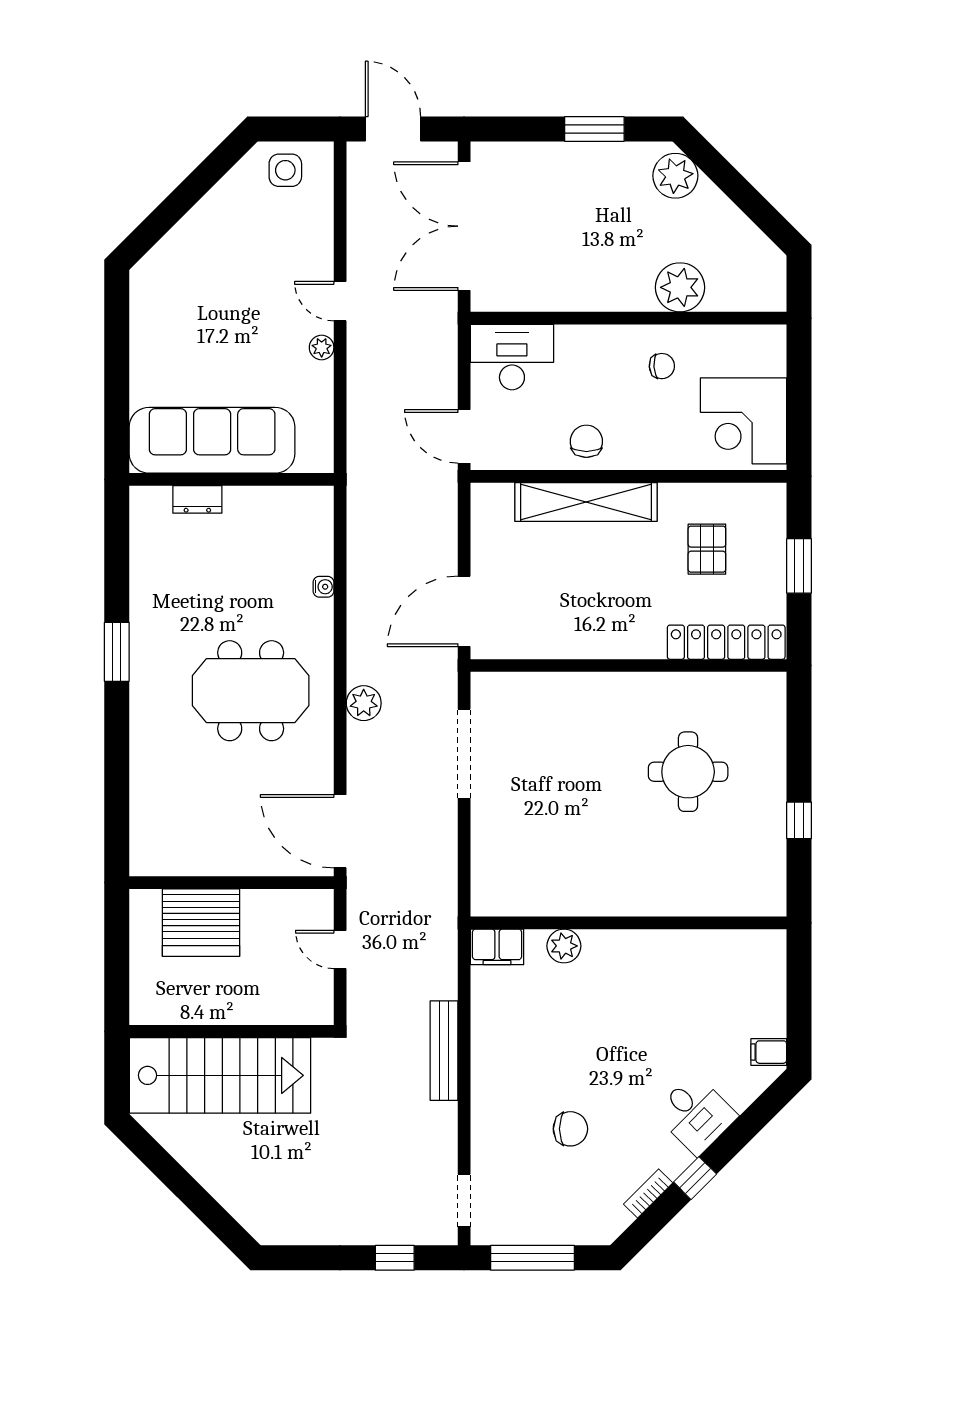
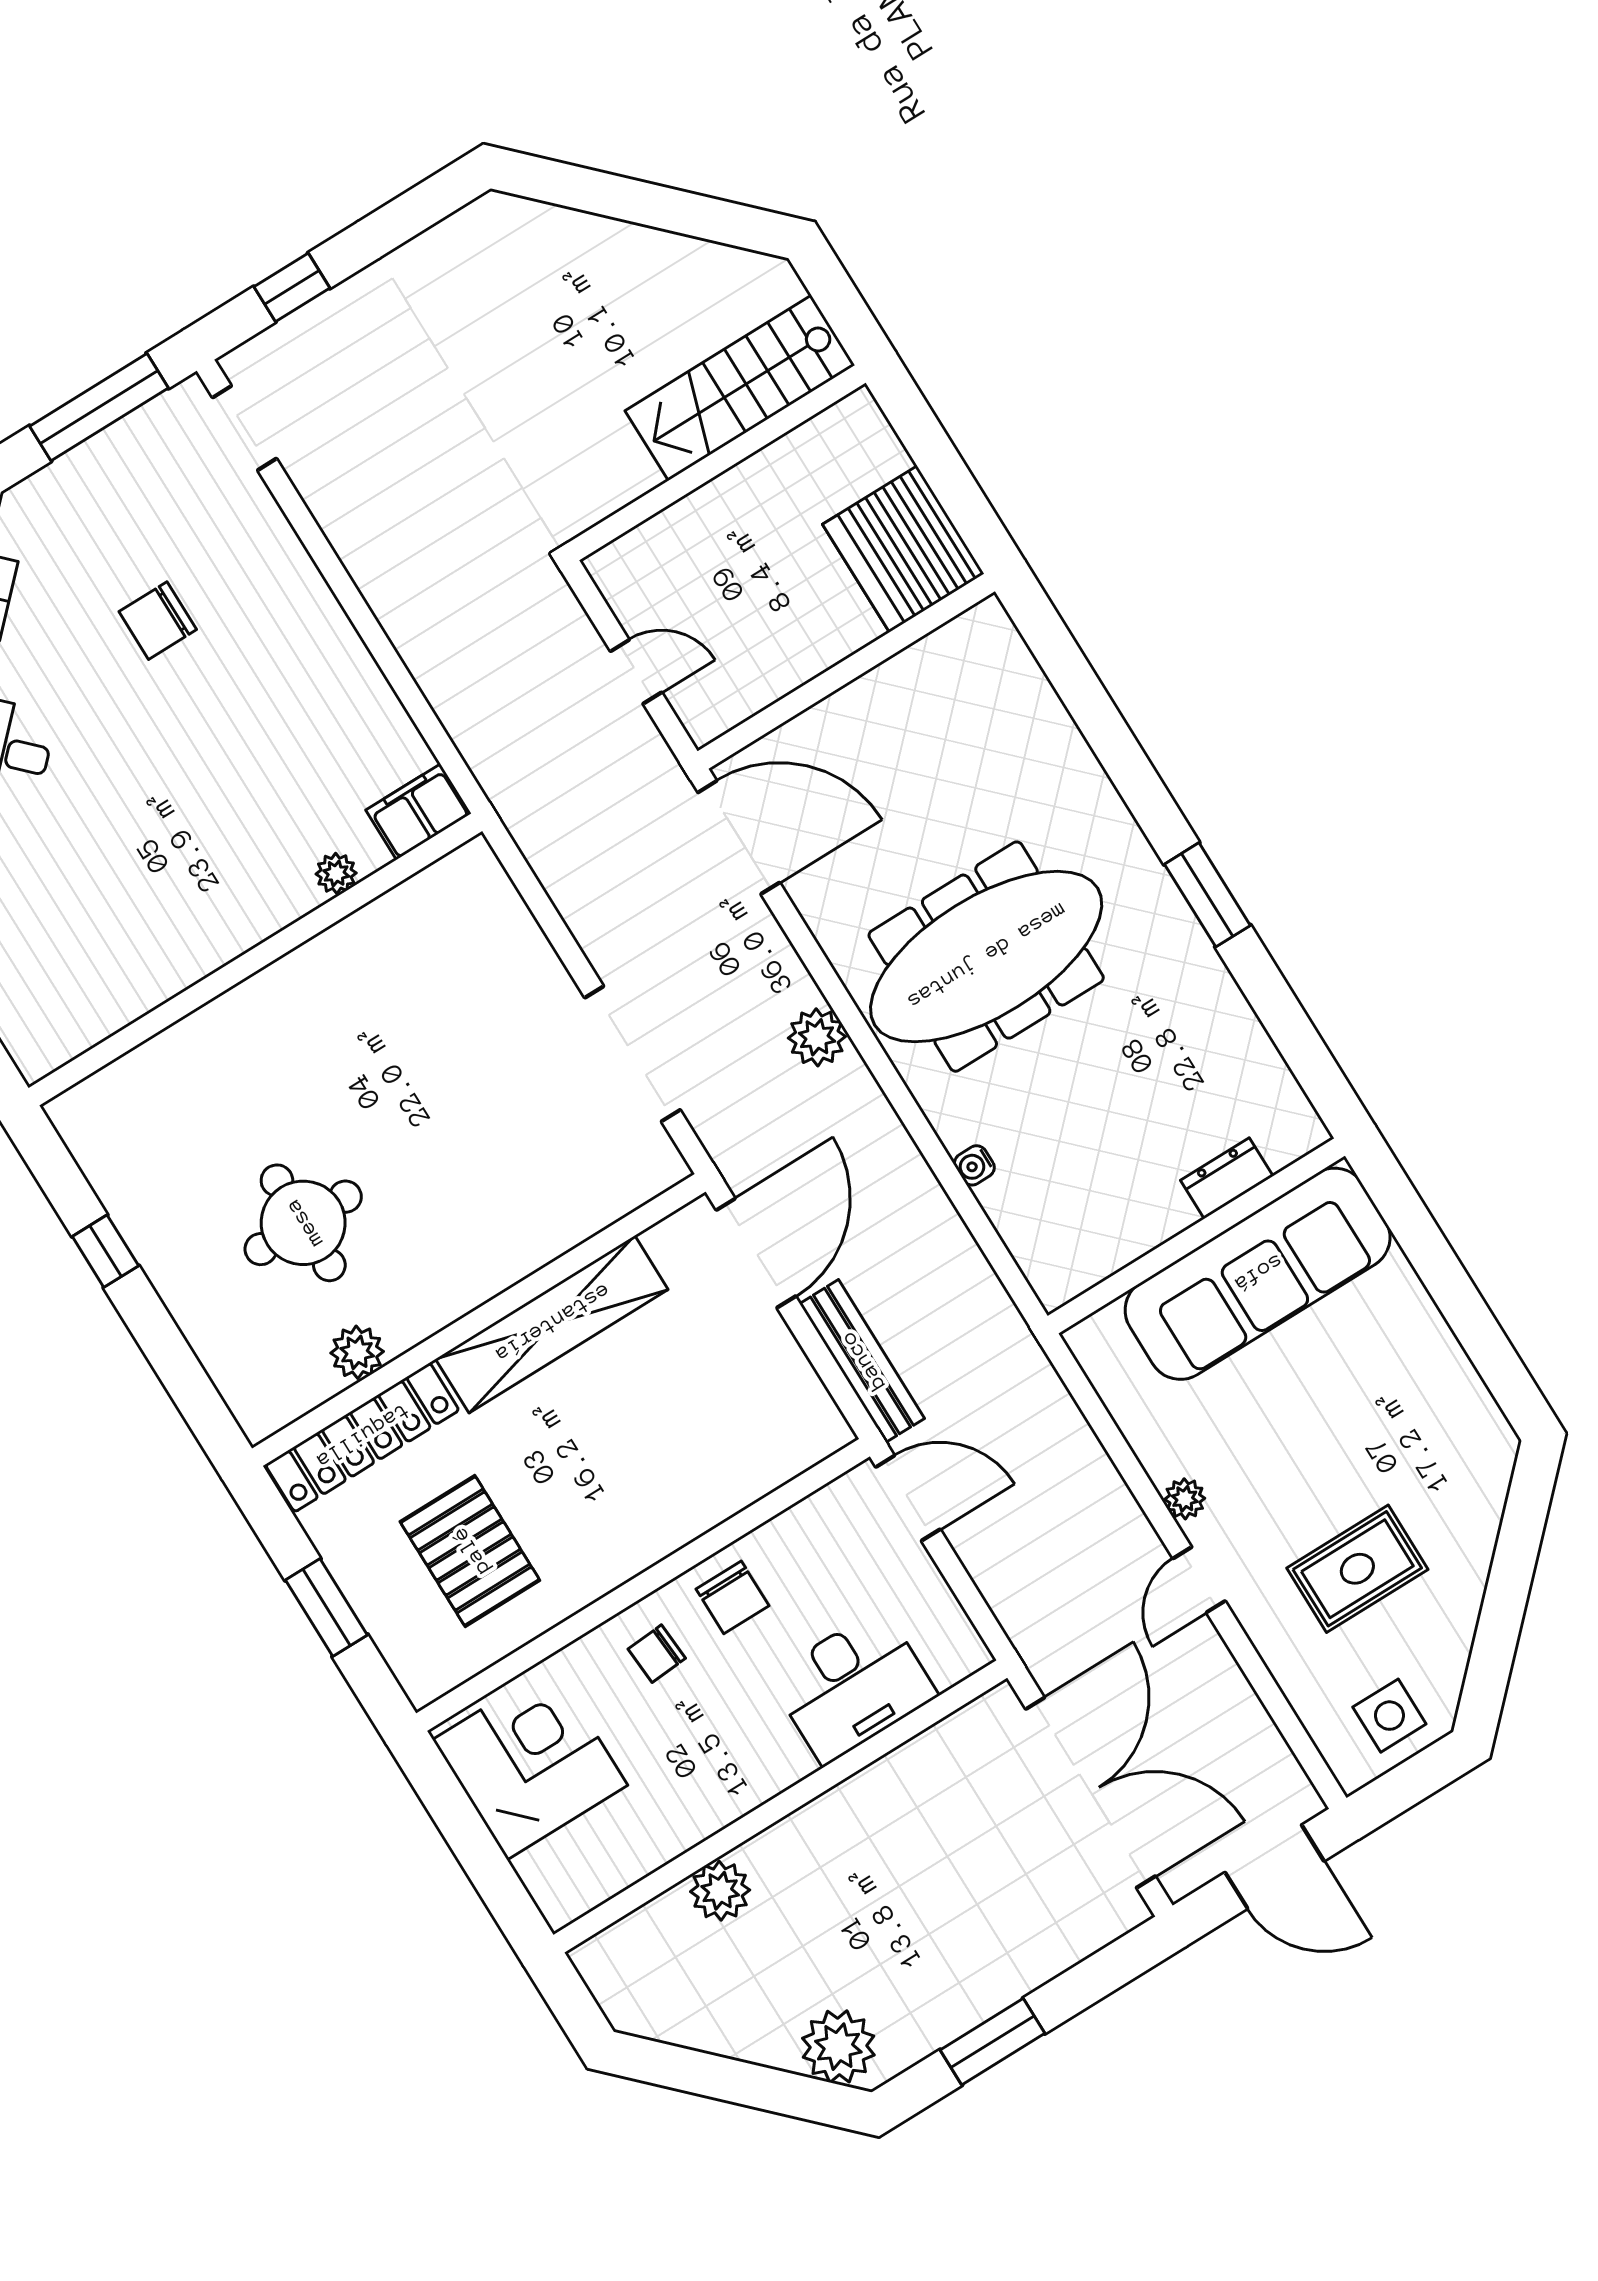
rug: (255, 256) -> (1357, 1569), added
plant: (680, 287) -> (720, 1891), width x0.73, depth x0.73
door: (340, 301) -> (1199, 1580), swing flipped
desk: (512, 357) -> (853, 1686), moved
chair: (662, 366) -> (657, 1654), moved
shelving: (586, 502) -> (552, 1324), moved
pallet: (707, 549) -> (470, 1551), width x1.50, depth x1.42
plant: (702, 688) -> (357, 1352), added
meeting table: (251, 691) -> (986, 957), width x1.36
server rack: (201, 923) -> (903, 549), moved, turned -90
plant: (564, 946) -> (336, 873), width x0.73, depth x0.73
bench: (444, 1051) -> (862, 1361), moved
stairs: (220, 1075) -> (740, 388), width x0.73, depth x0.66

